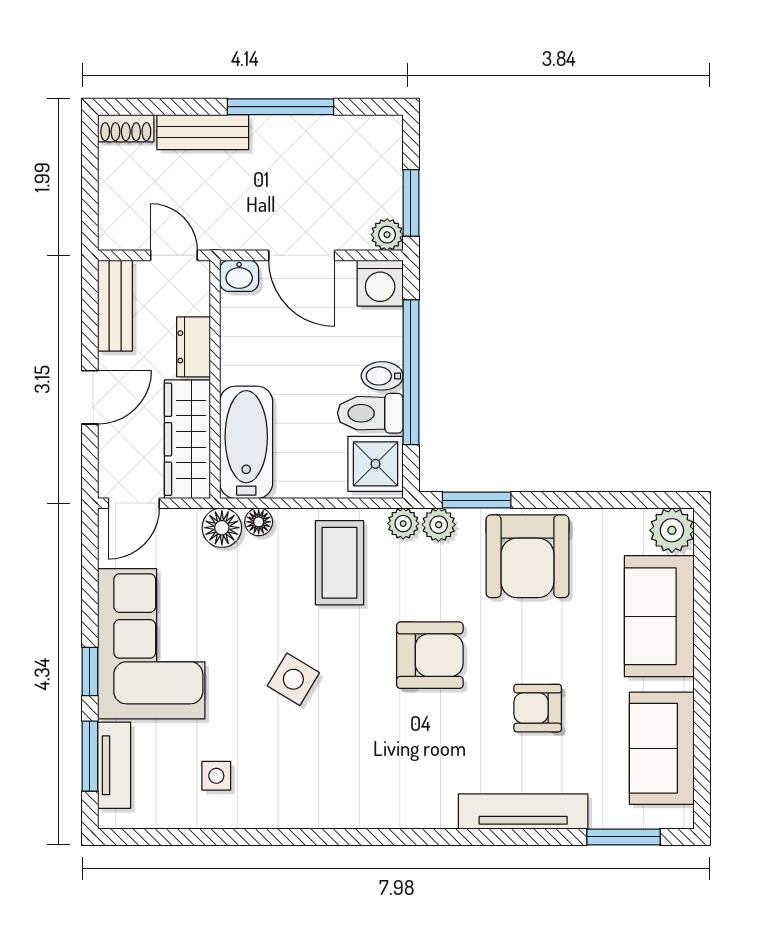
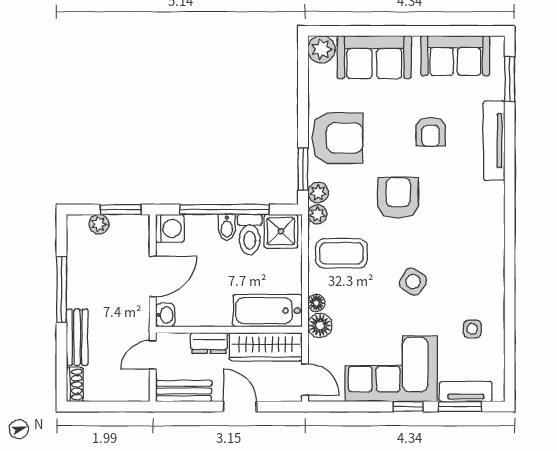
plant: (387, 235) -> (99, 224), moved

